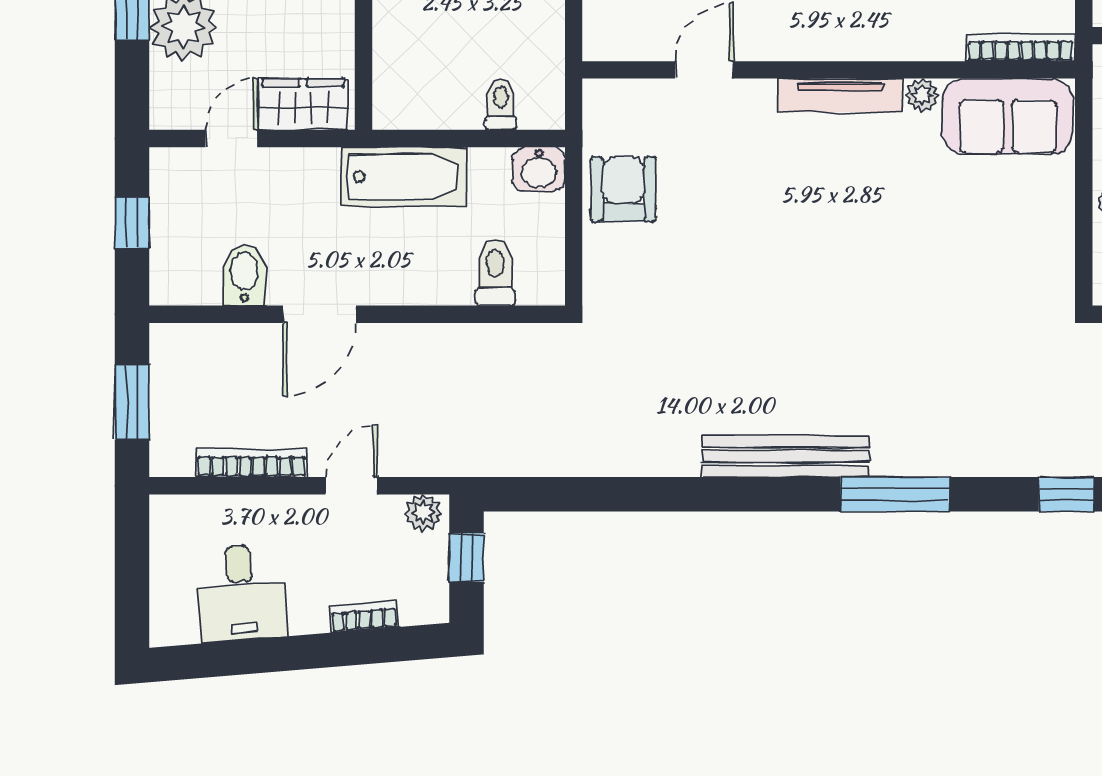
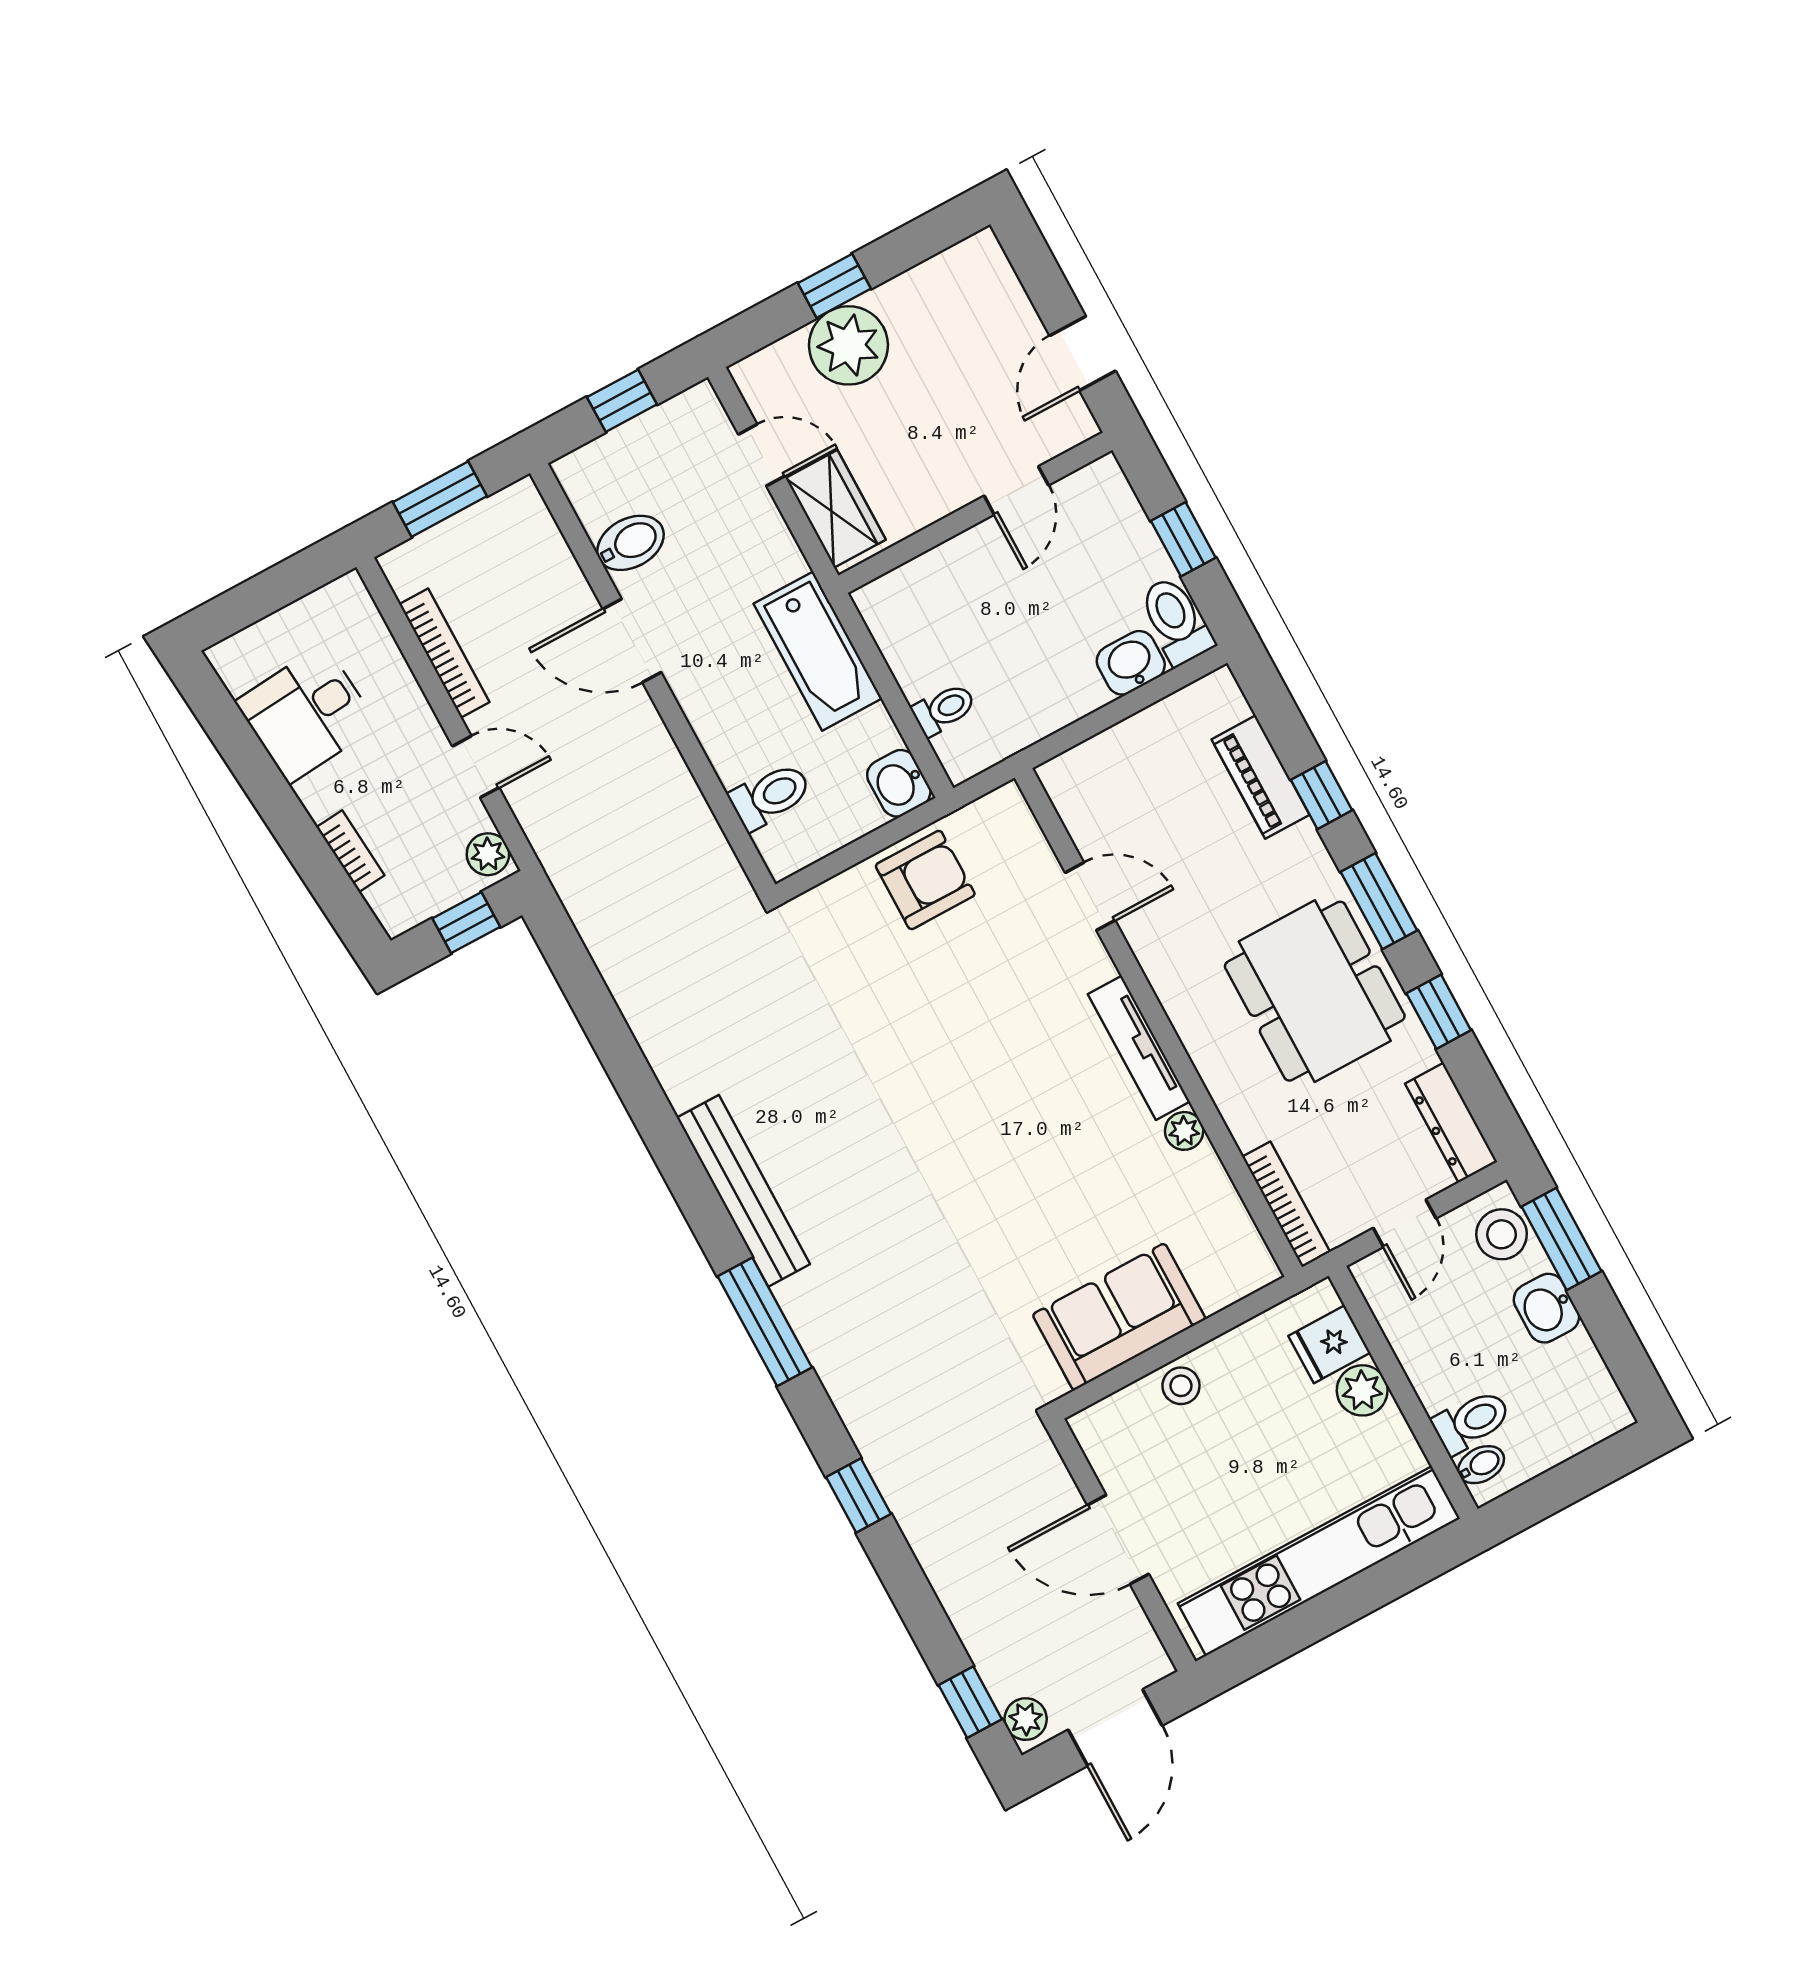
sofa: (1008, 116) -> (1119, 1317), moved, turned 90

